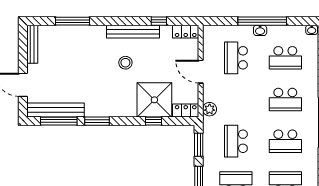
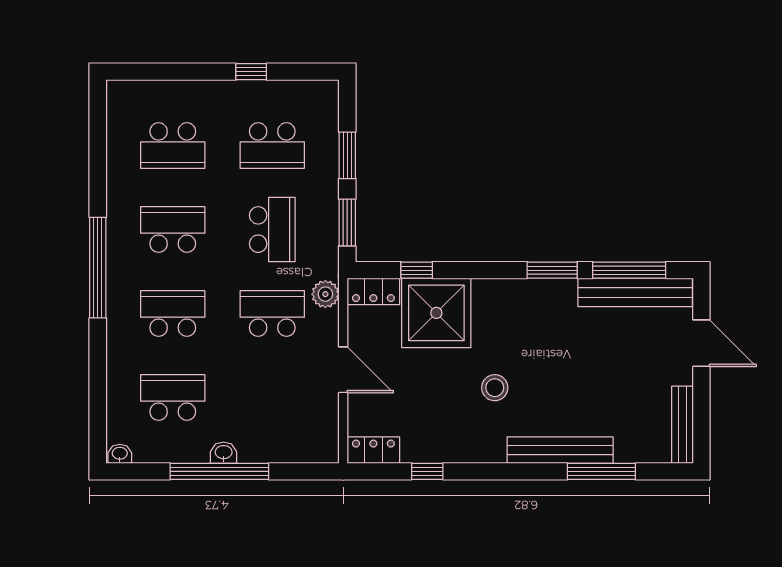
bench: (133, 32) -> (560, 450), moved
school desk: (236, 58) -> (272, 314), moved, turned -90
window: (153, 121) -> (417, 270), moved

